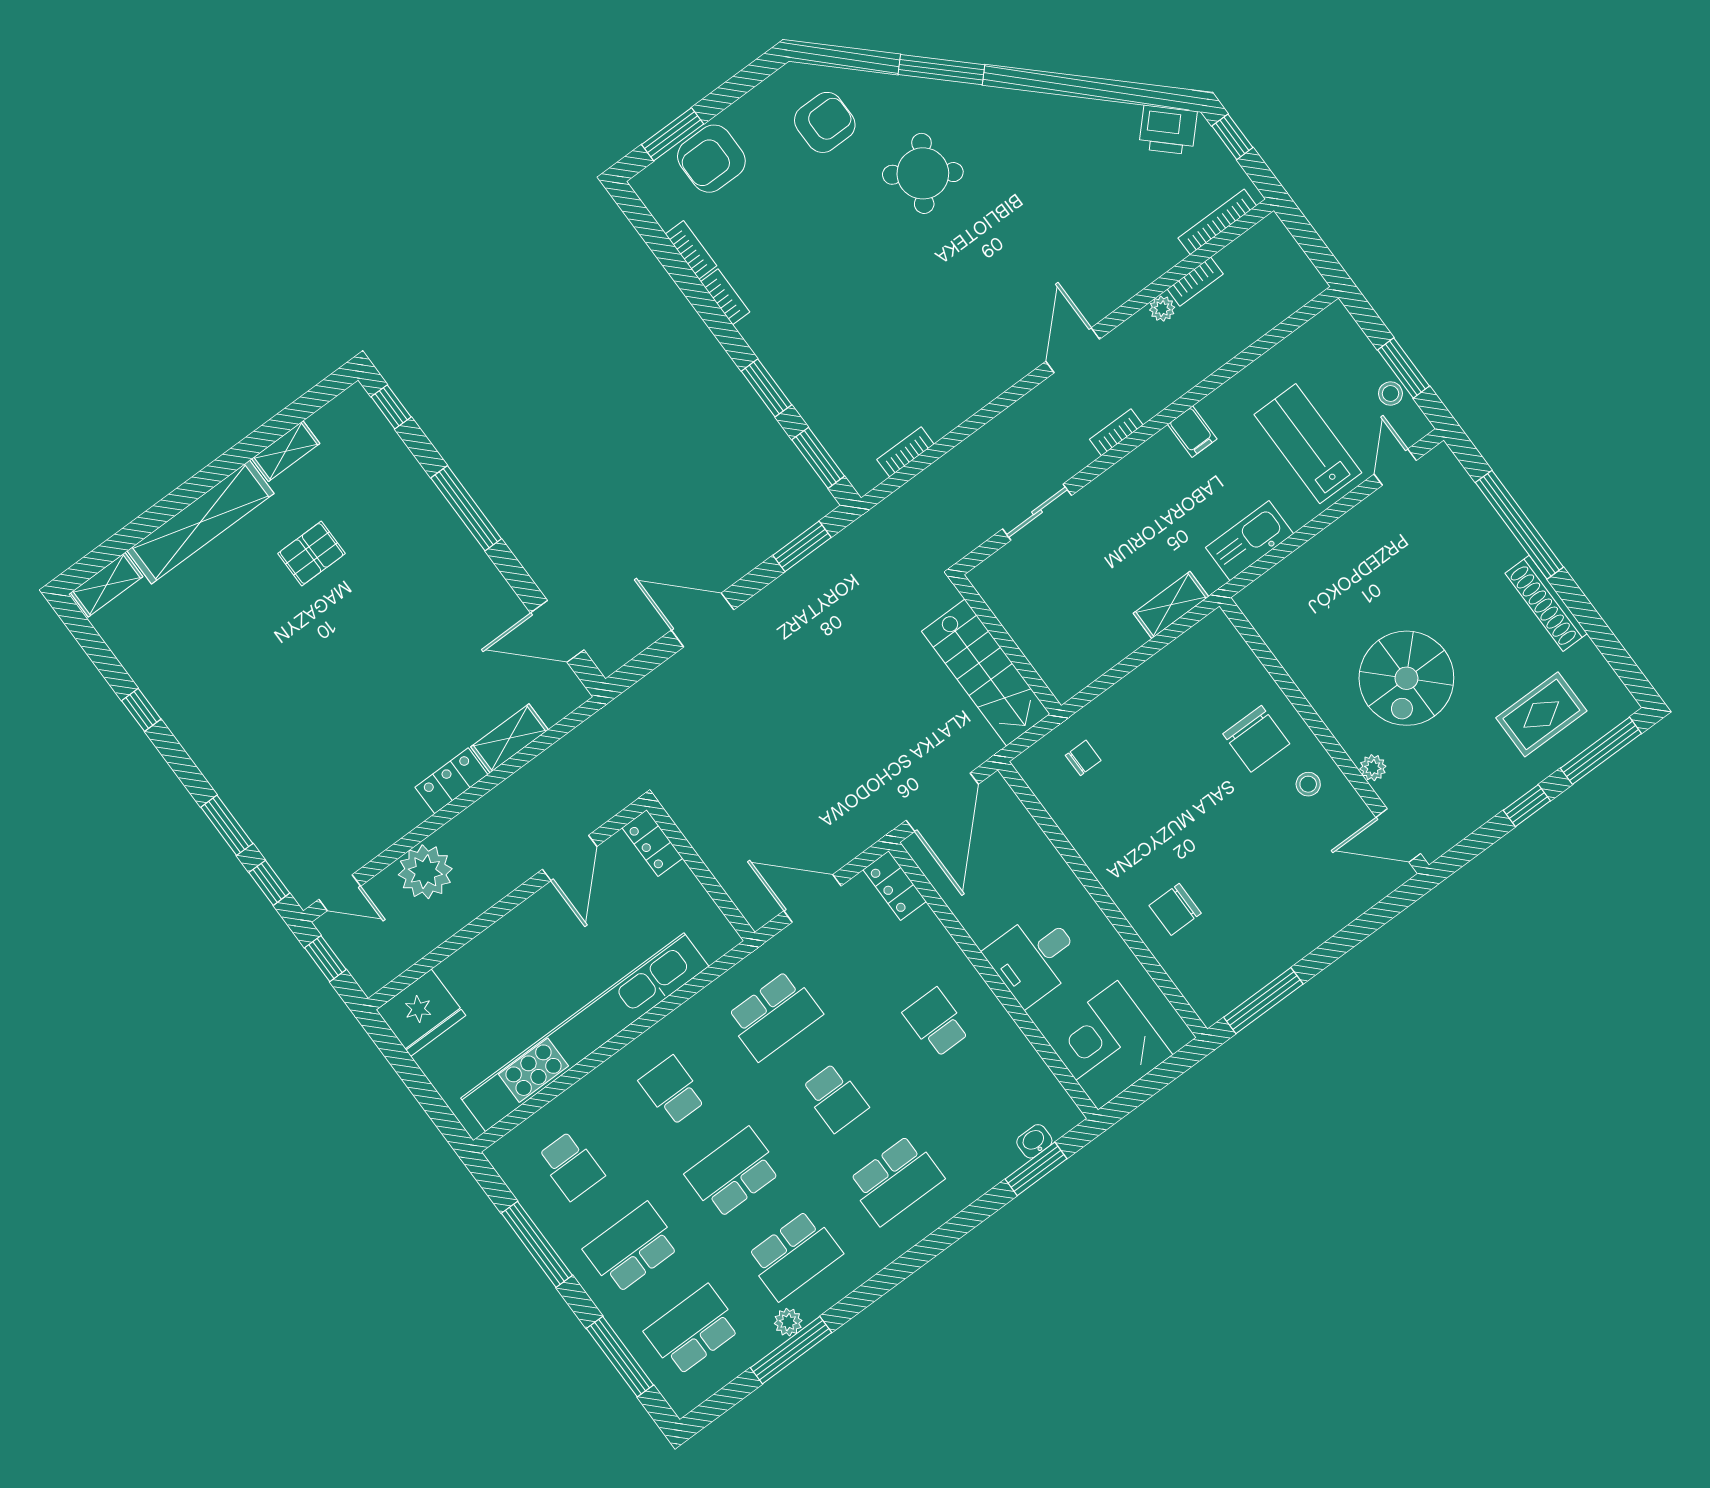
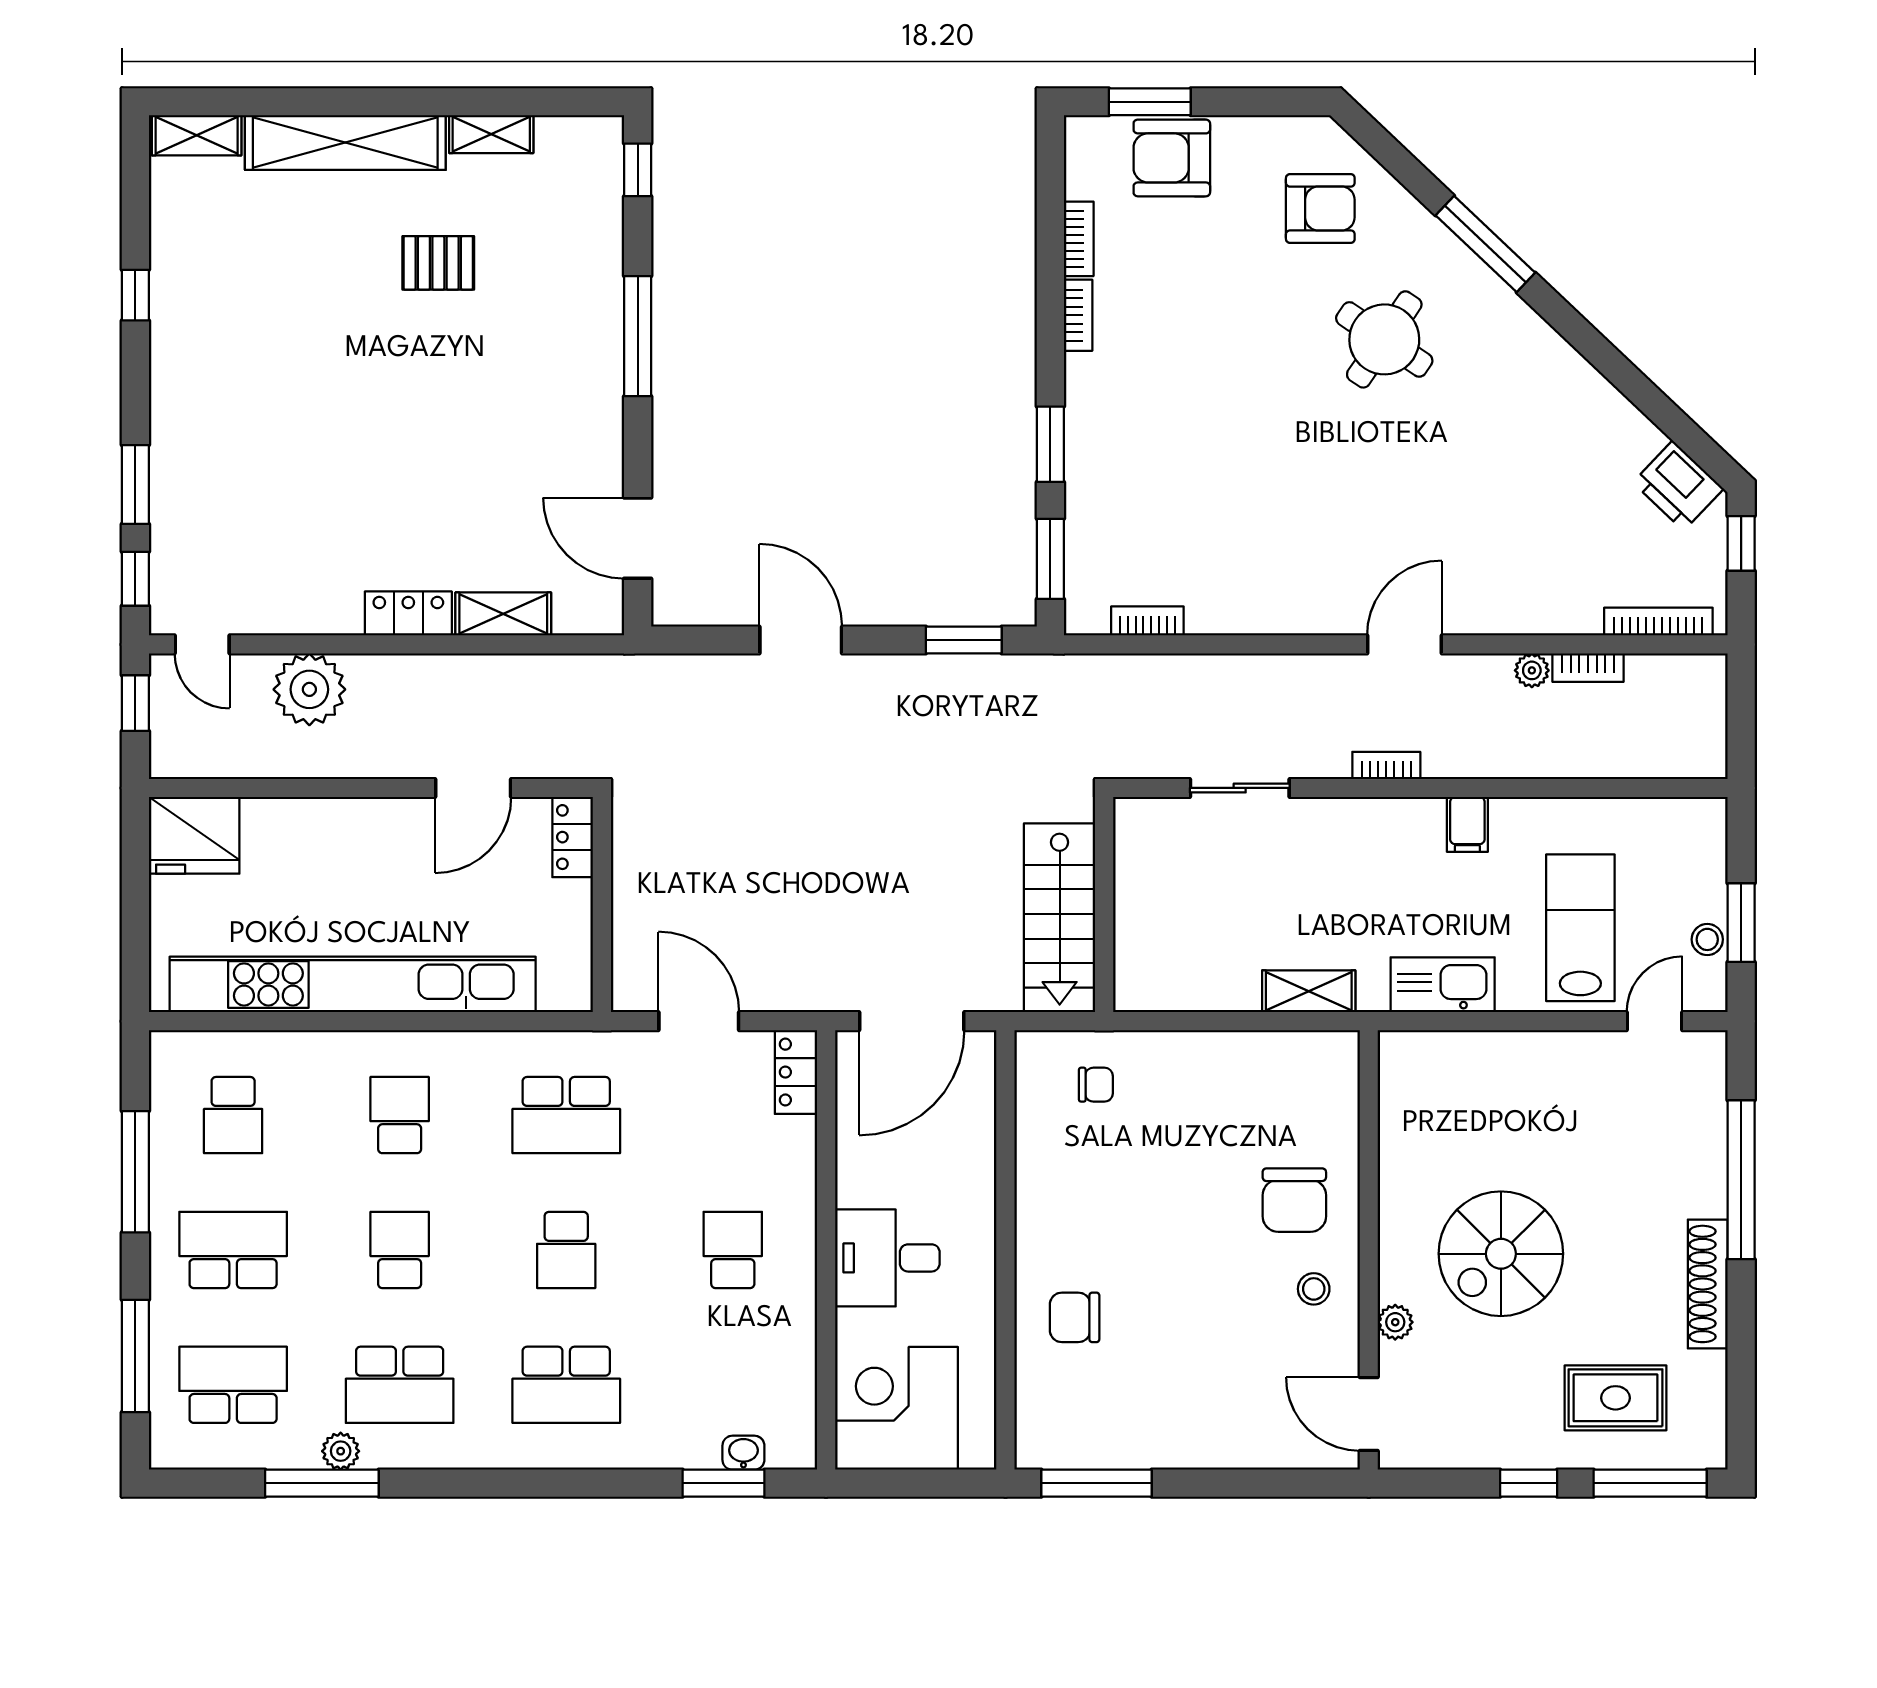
school desk: (733, 1173) -> (400, 1250), width x0.54

